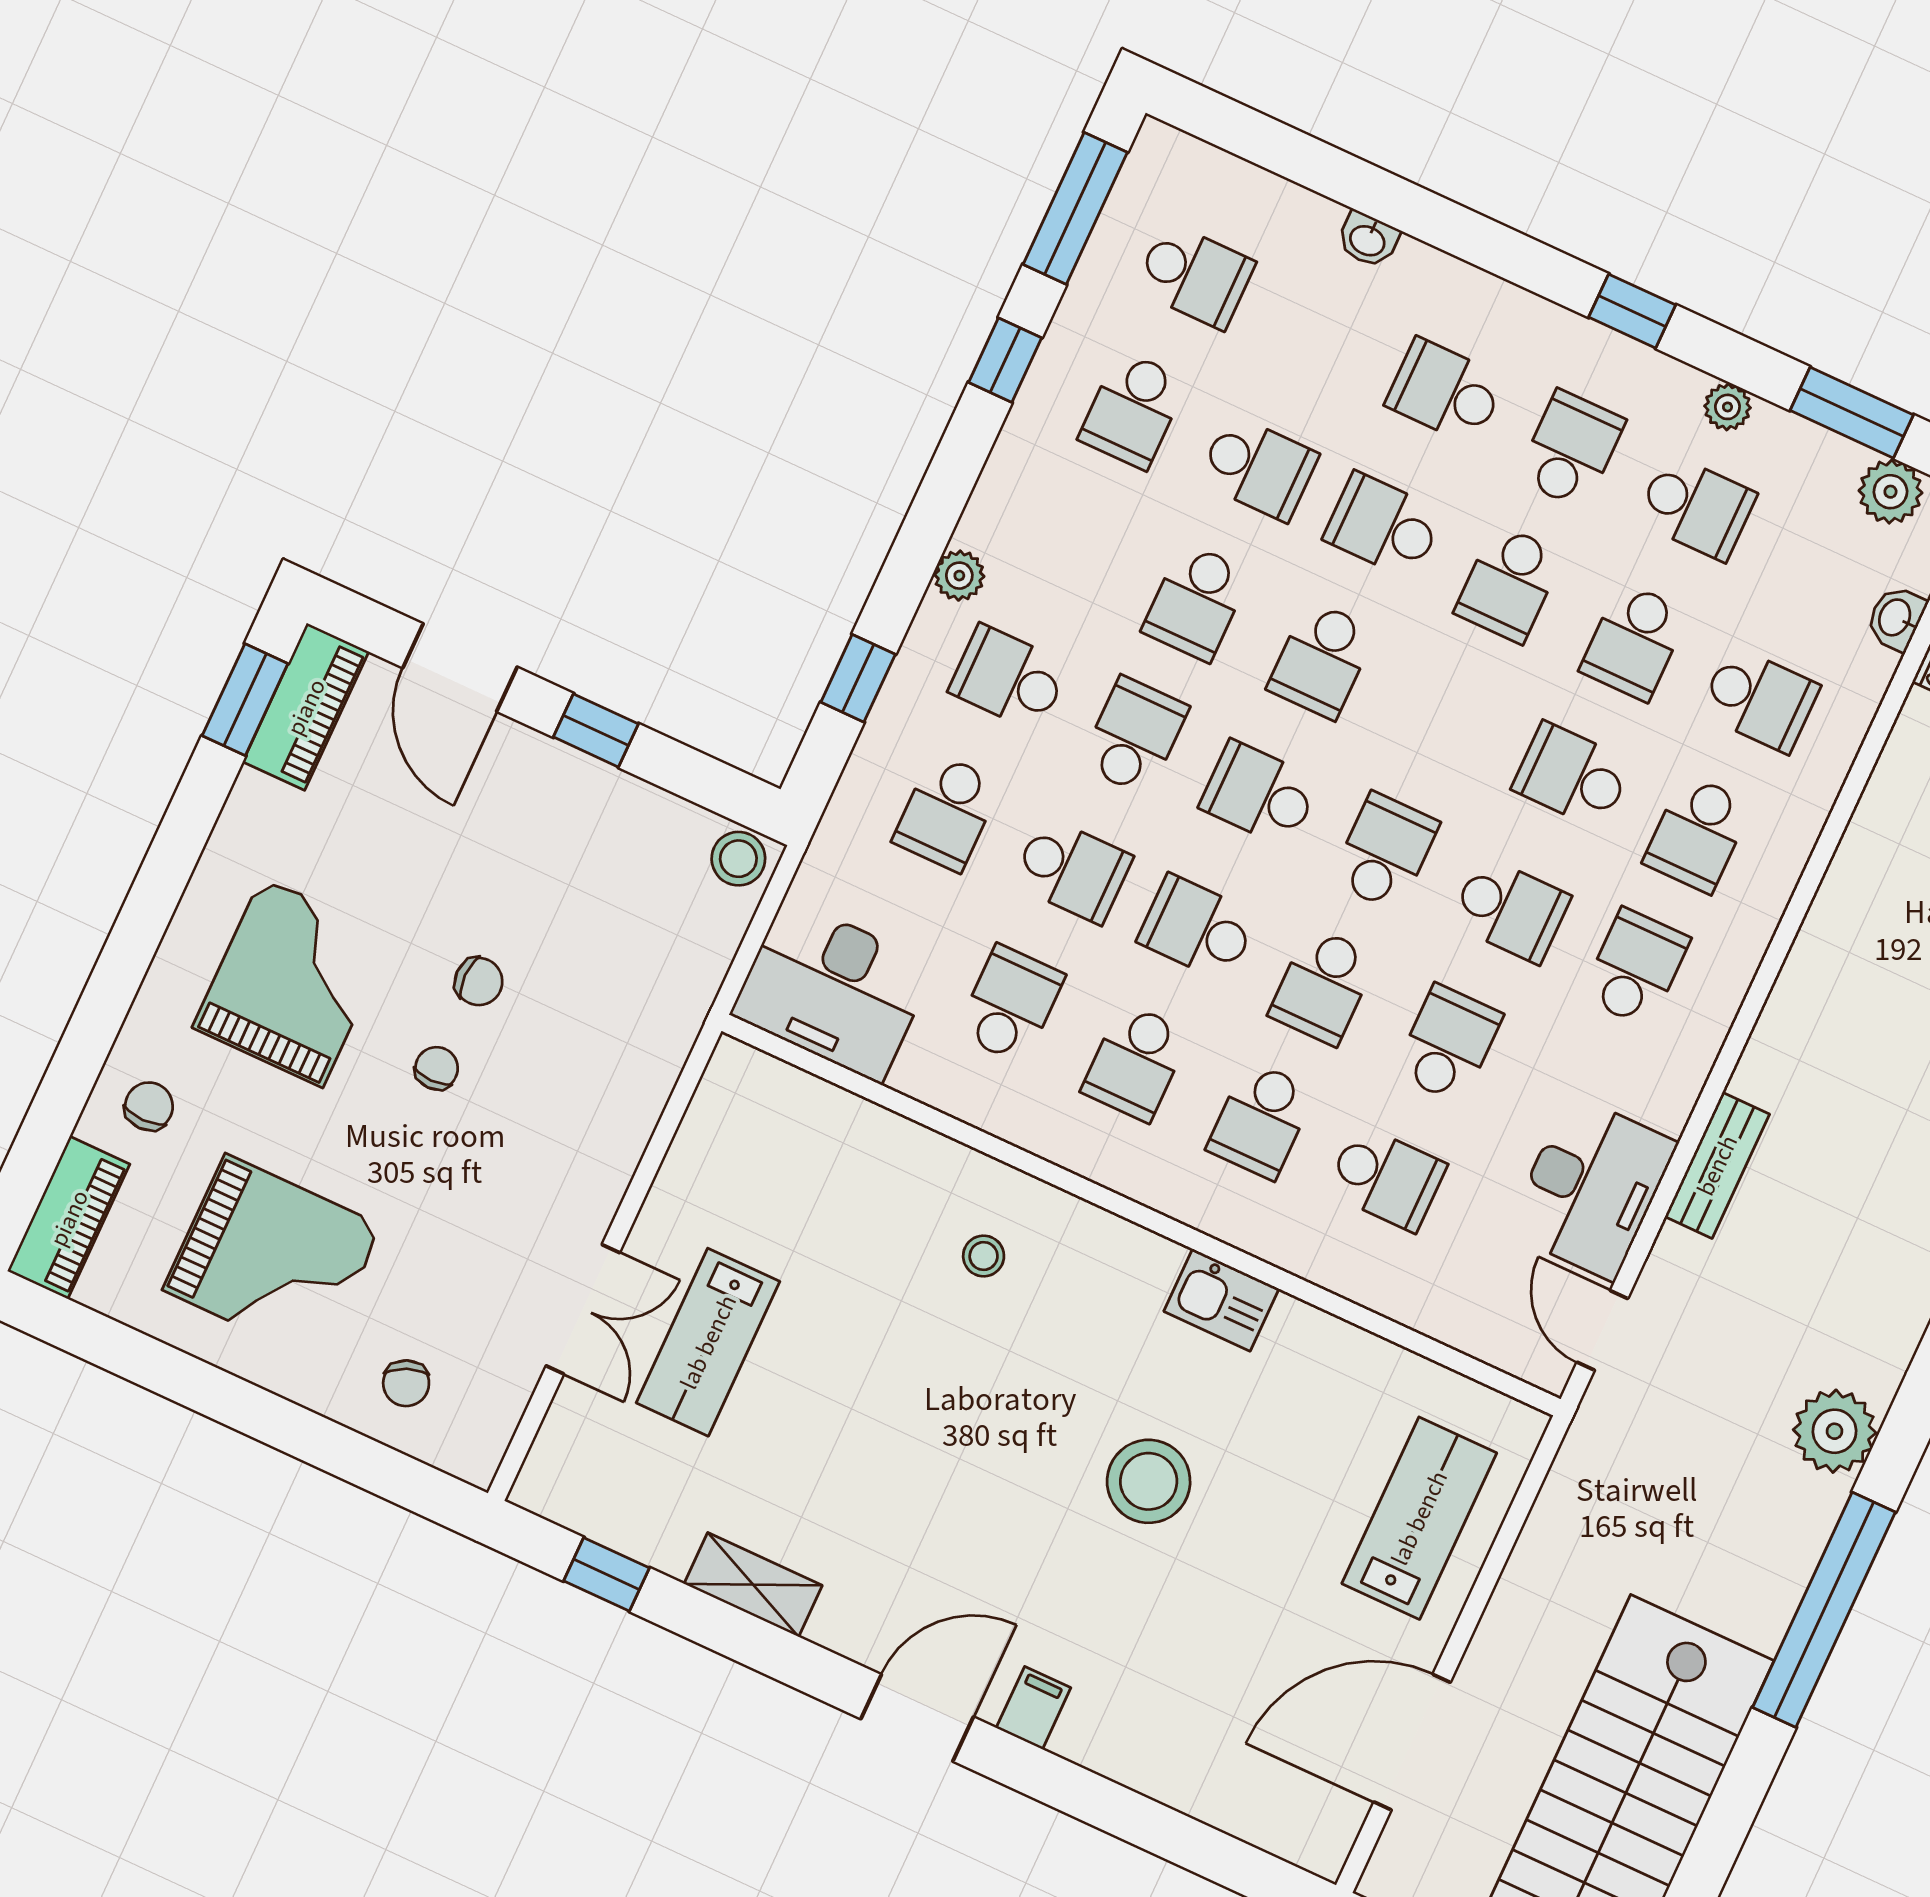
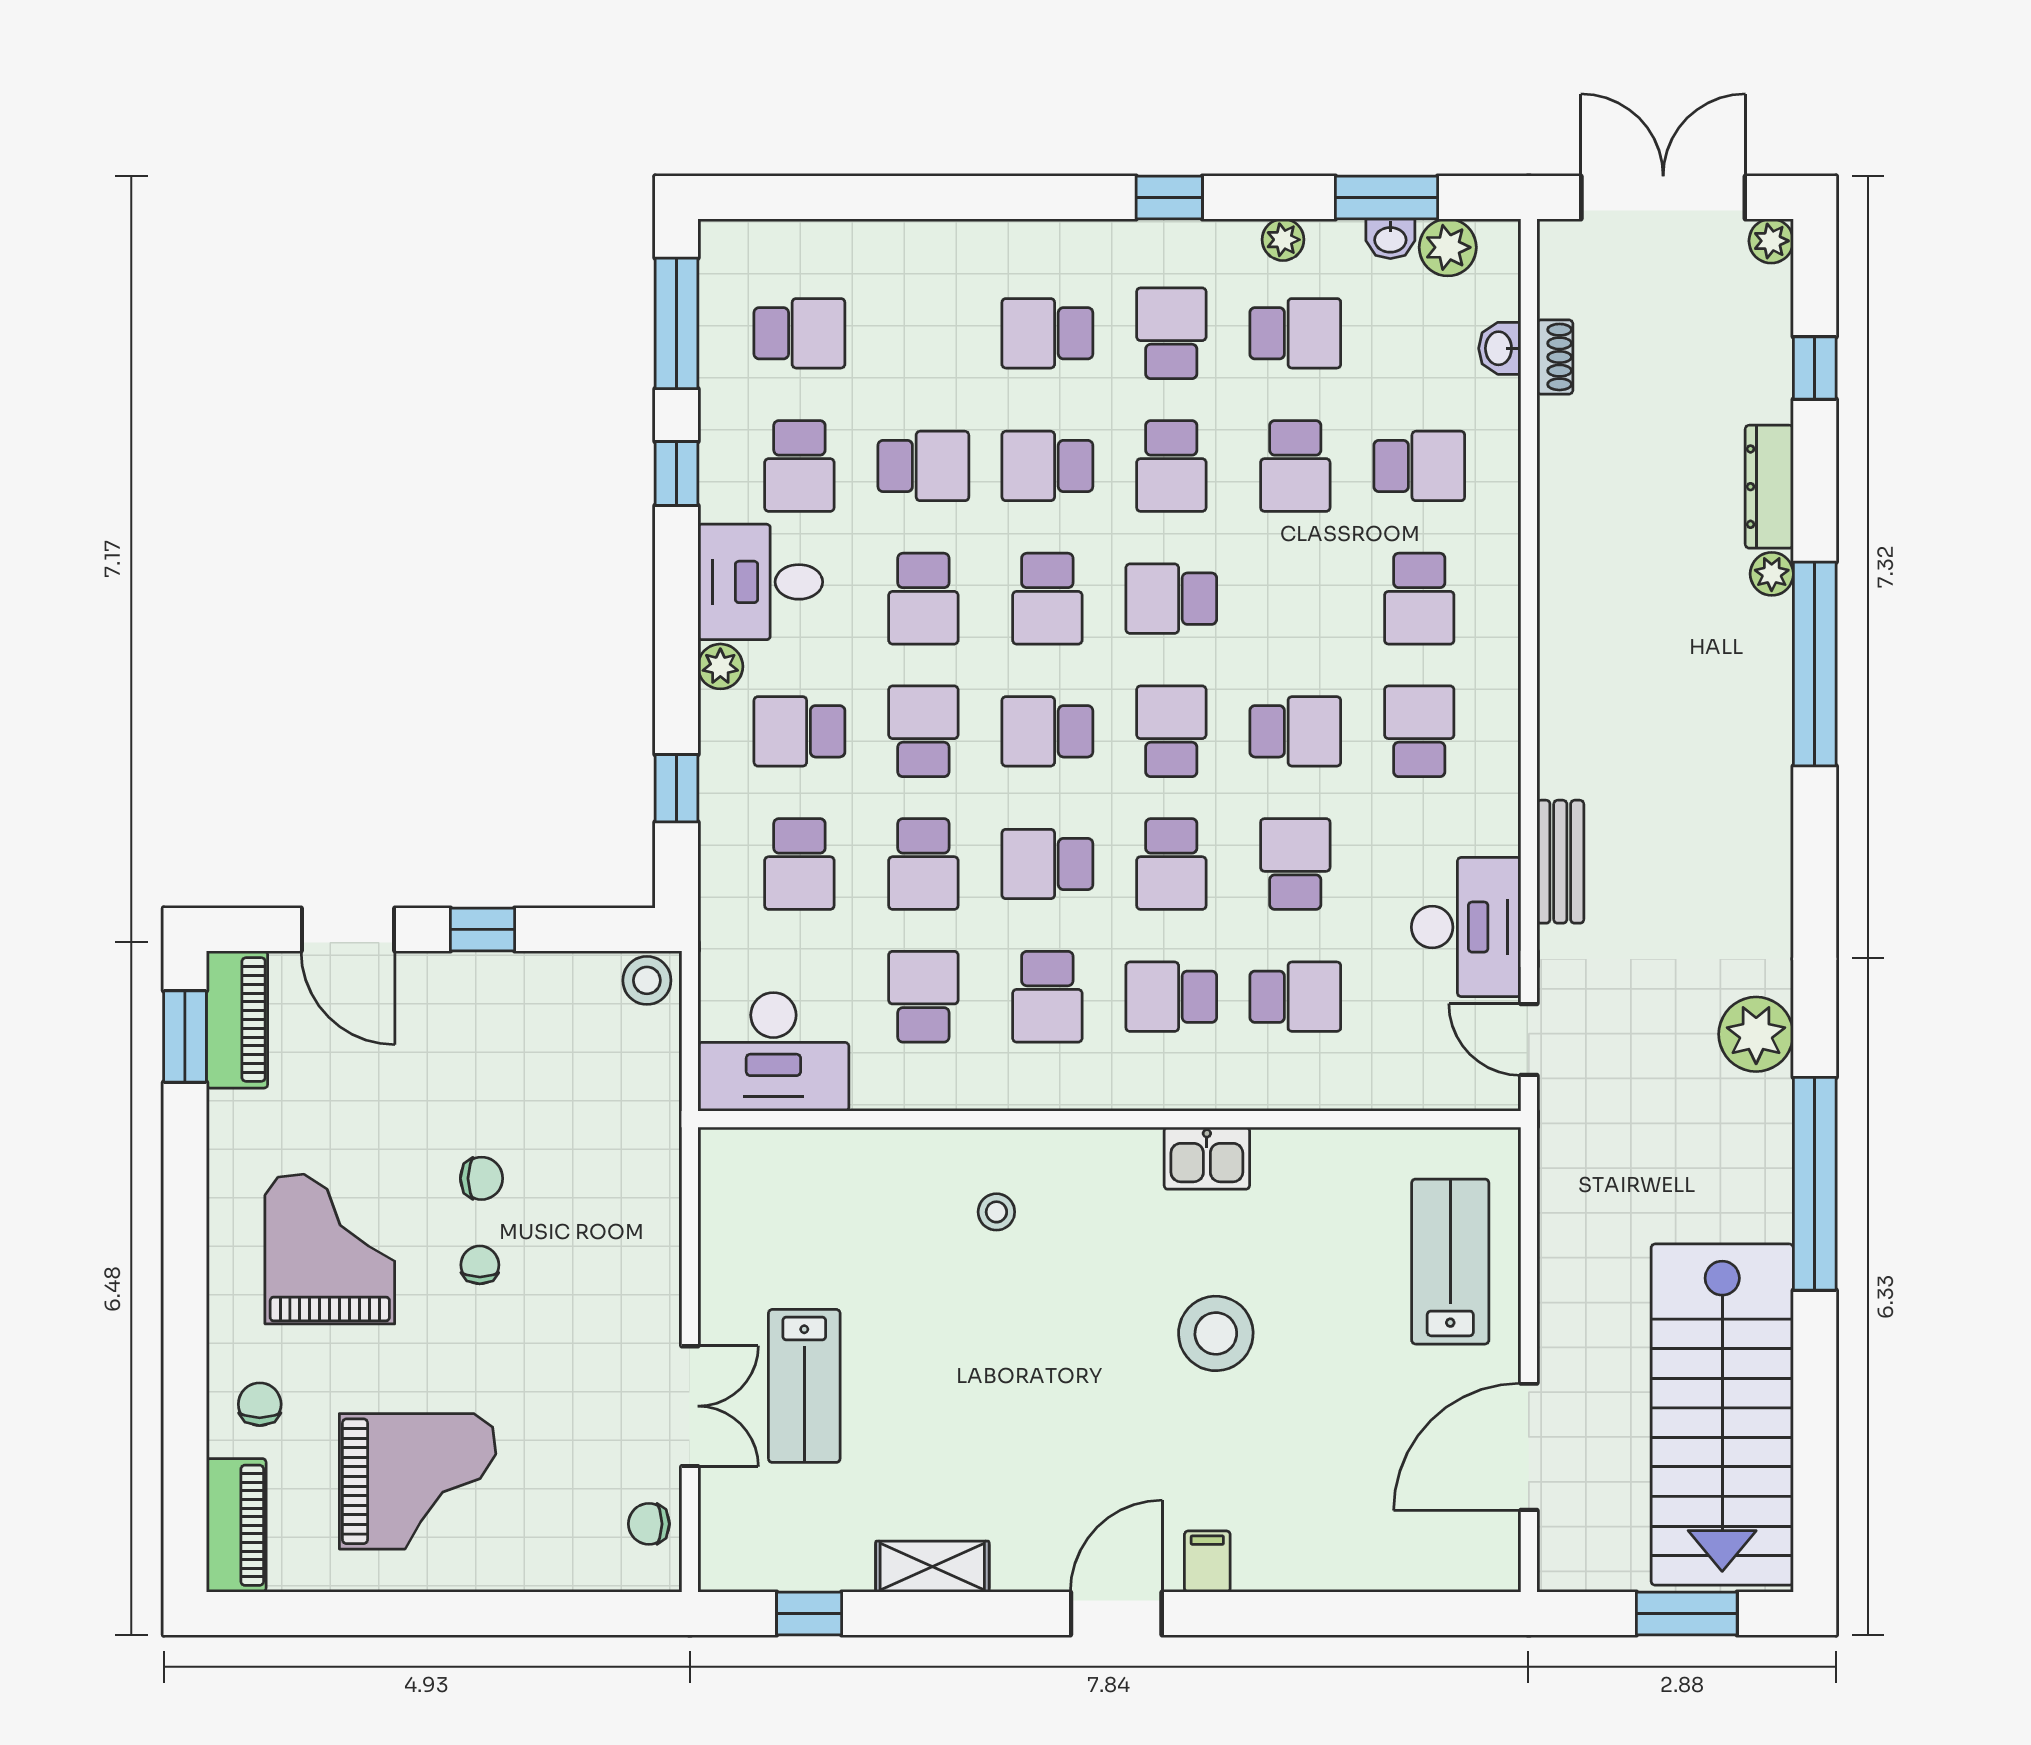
washbasin: (1368, 240) -> (1390, 239), moved
desk: (1039, 509) -> (760, 582), added
school desk: (1572, 776) -> (1171, 599), moved
school desk: (1072, 870) -> (923, 864), turned 90
school desk: (1261, 1120) -> (1171, 997), turned 90
chair: (406, 1383) -> (649, 1524), moved, turned 113

